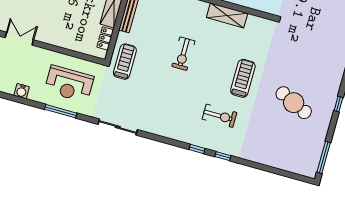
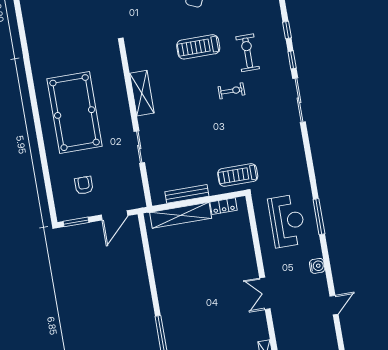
exercise bike: (183, 54) -> (231, 91), moved, width x0.73, depth x0.72
sliding door: (118, 127) -> (299, 100), moved

